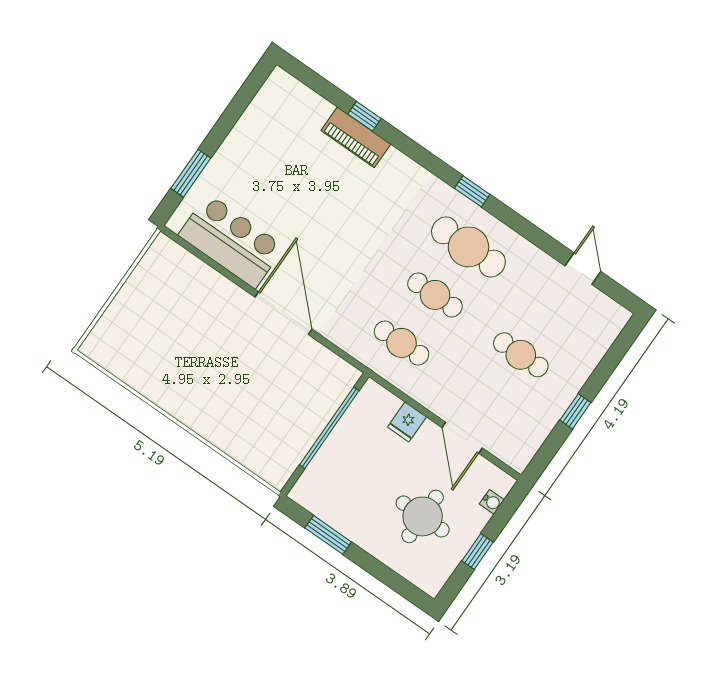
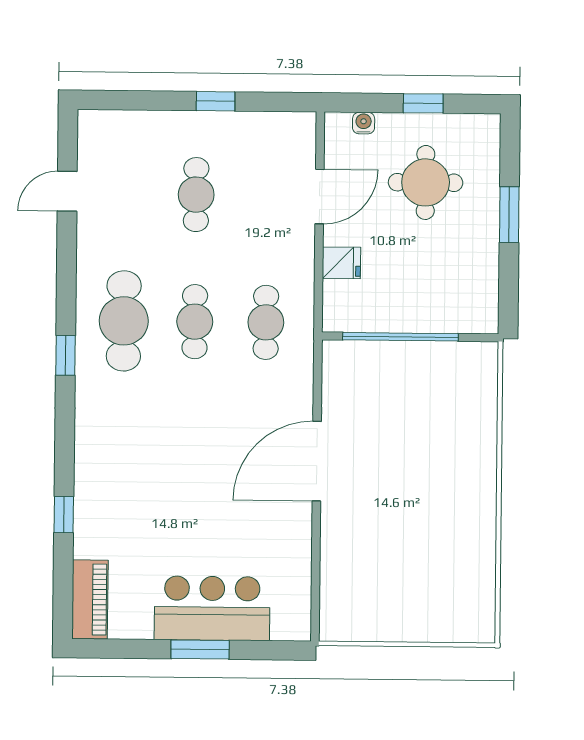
piano: (356, 137) -> (90, 599), moved
window: (191, 173) -> (200, 650), moved
bar counter: (231, 241) -> (212, 608), moved, turned 90
window: (328, 535) -> (509, 215), moved

